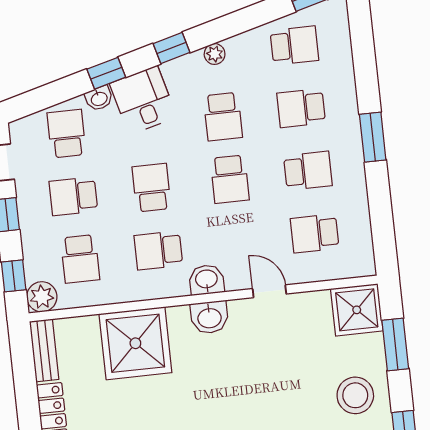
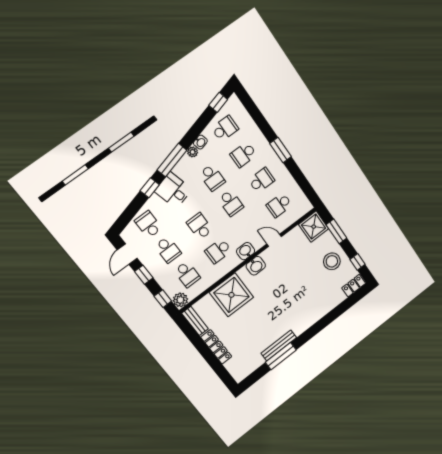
window: (171, 48) -> (172, 160), width x2.17
washbasin: (99, 98) -> (200, 142), moved
school desk: (73, 196) -> (168, 250), turned -90

